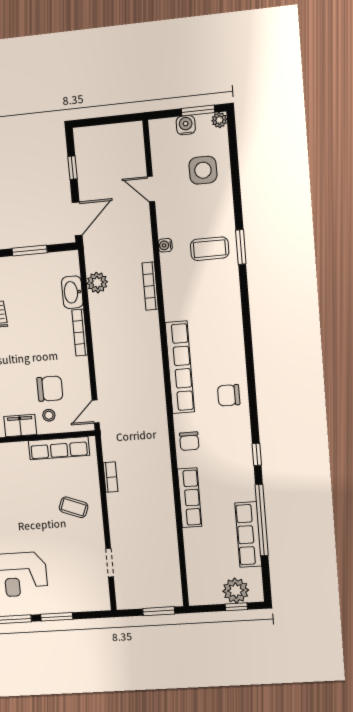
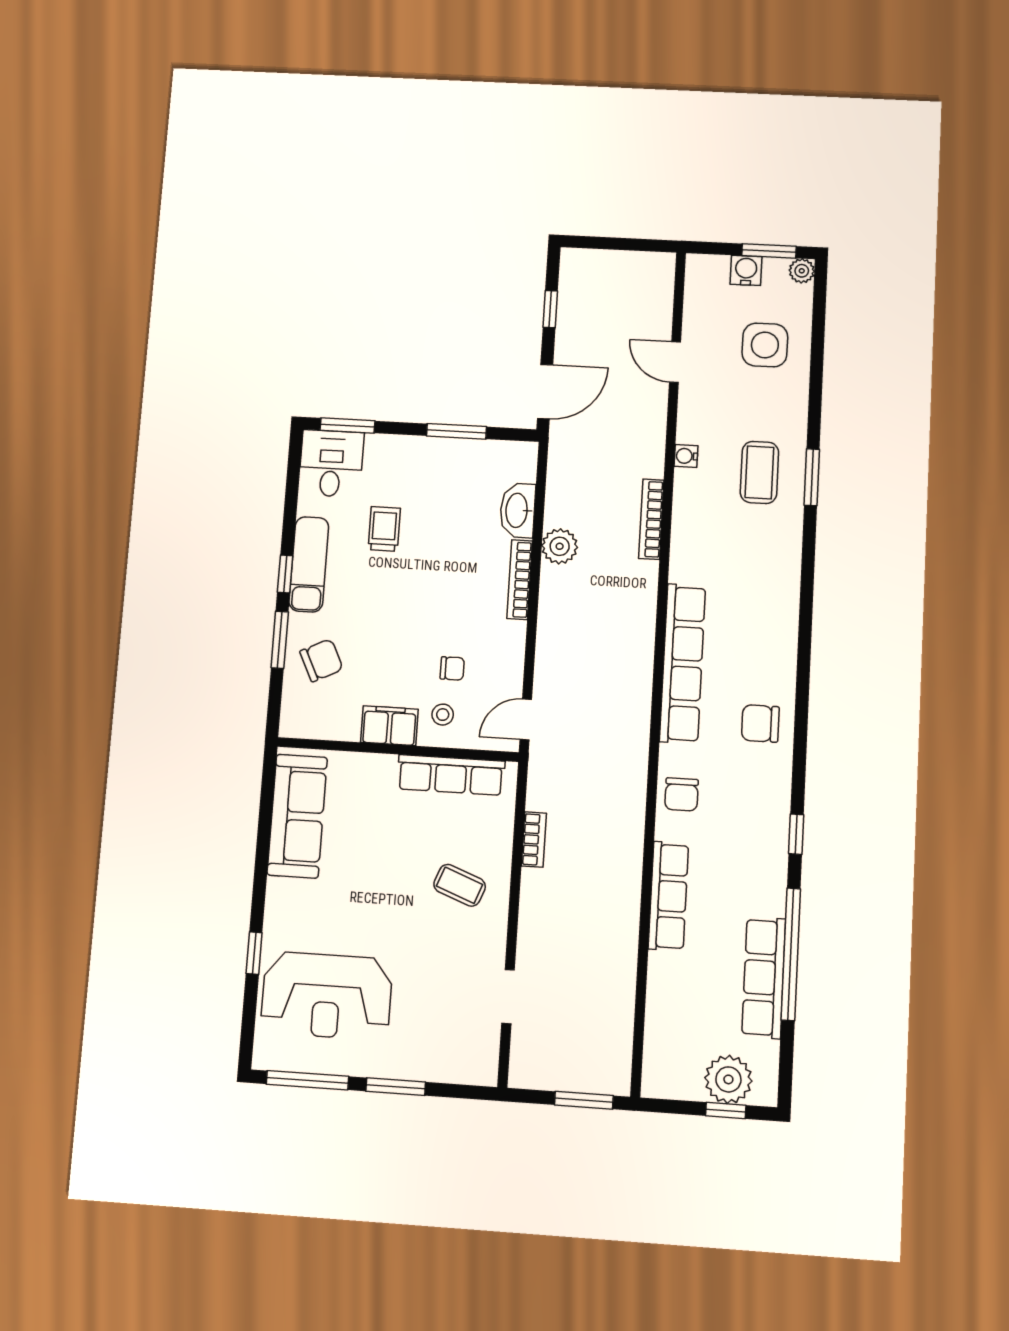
coffee table: (210, 249) -> (759, 472), turned 90
plant: (97, 283) -> (560, 546), moved
chair: (50, 389) -> (452, 668), width x0.54, depth x0.54

